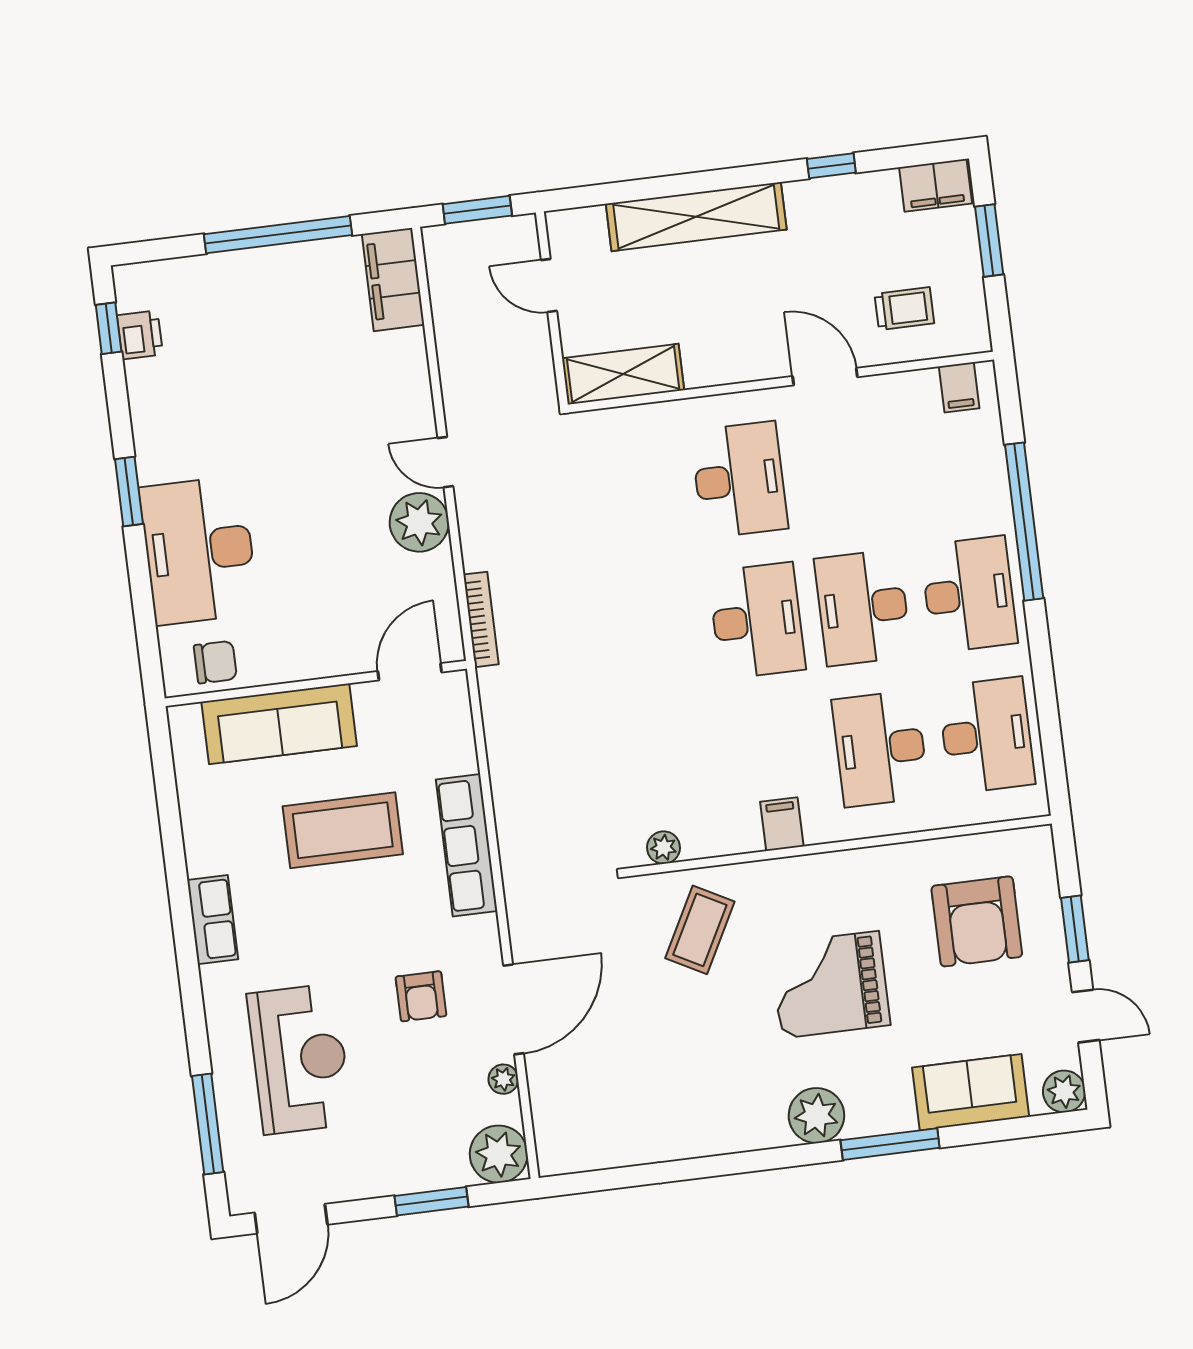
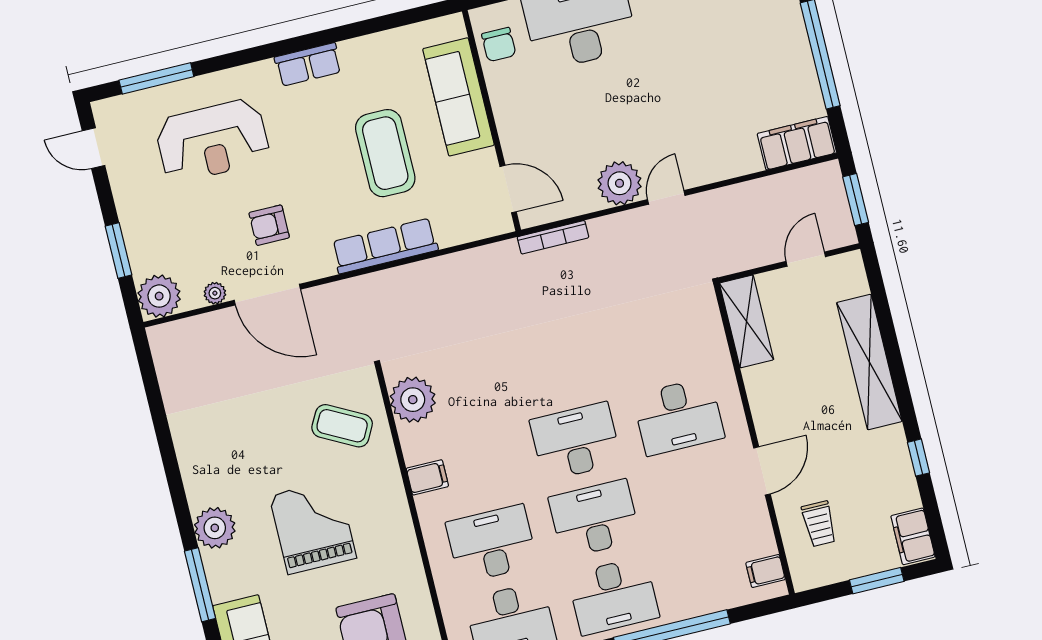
desk: (757, 621) -> (576, 441), turned 180
plant: (663, 848) -> (413, 400), width x1.87, depth x1.87
door: (291, 1219) -> (94, 148), width x0.73

